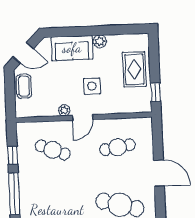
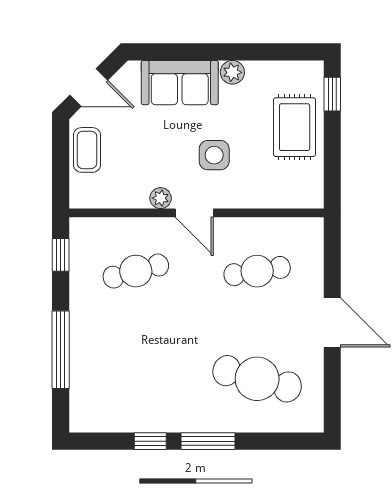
window: (155, 92) -> (332, 94), moved
door: (83, 117) -> (194, 213), hinge flipped
cafe table: (53, 150) -> (136, 271), turned -36
window: (13, 155) -> (61, 255), moved

